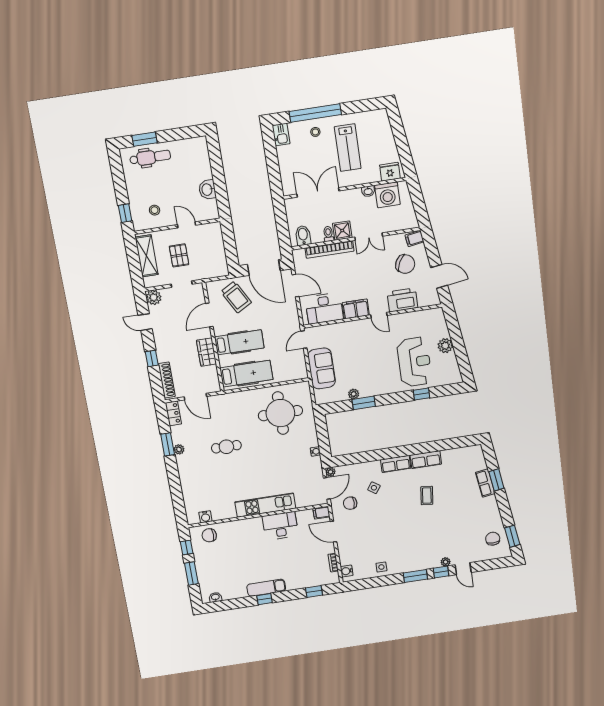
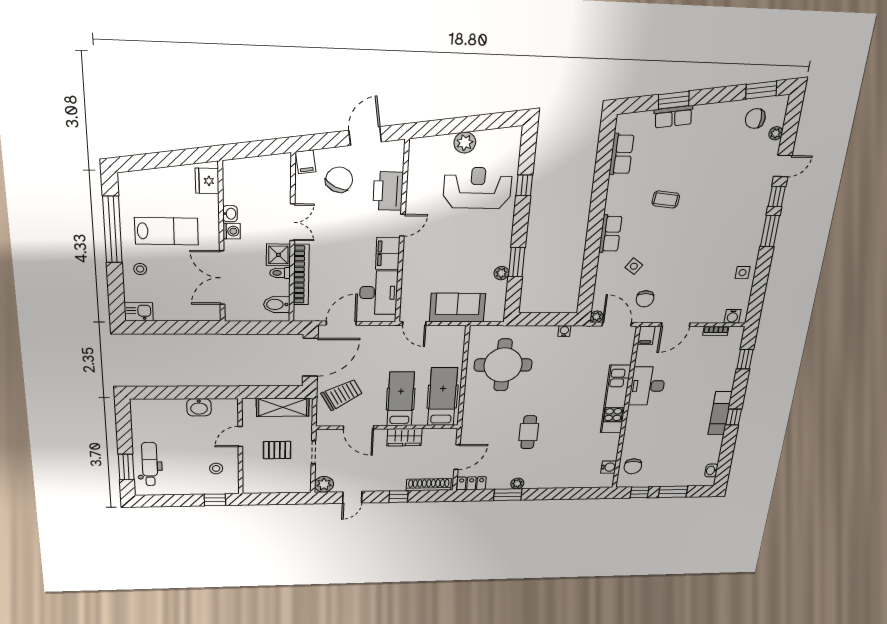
window: (315, 113) -> (112, 230), moved
washing machine: (387, 195) -> (232, 231), moved, width x0.53, depth x0.53
shelving: (147, 256) -> (283, 407), moved
row of seats: (426, 460) -> (621, 154), moved
plant: (446, 562) -> (776, 133), moved

